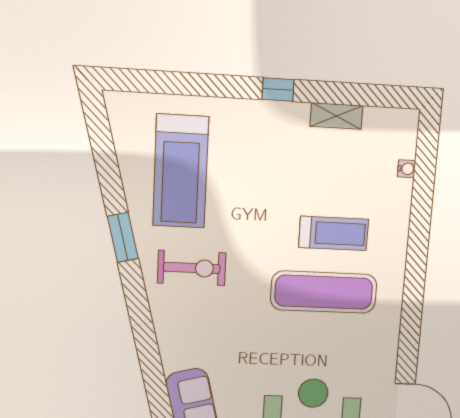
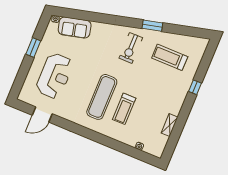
window: (278, 89) -> (195, 87), moved
treadmill: (181, 171) -> (170, 57), width x0.73, depth x0.73

